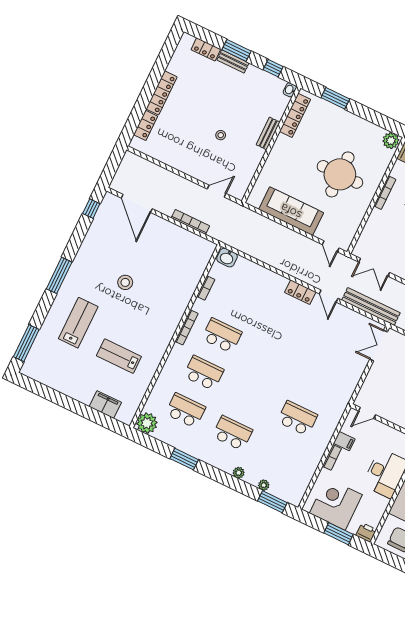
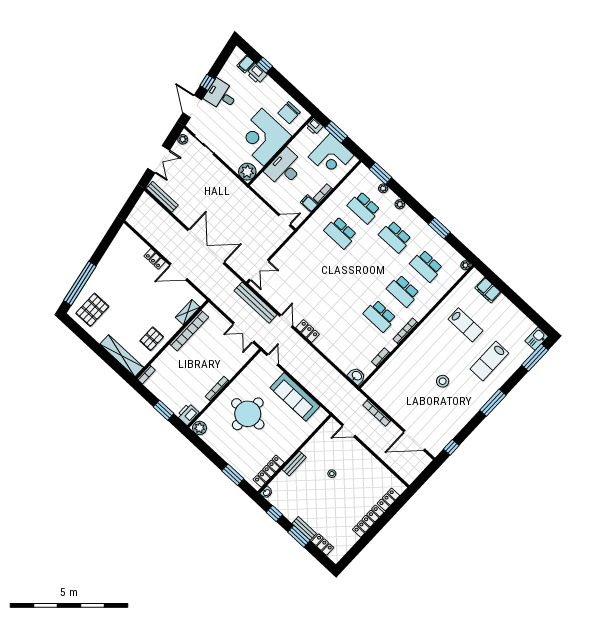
door: (137, 203) -> (414, 440), swing flipped
double door: (374, 267) -> (244, 333), swing flipped
kitchen sink: (31, 366) -> (537, 339), added
plant: (147, 423) -> (465, 265), width x0.53, depth x0.53
school desk: (279, 456) -> (364, 208), added

